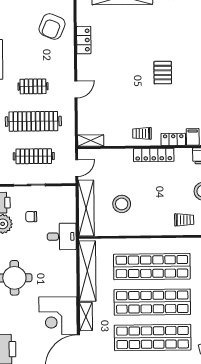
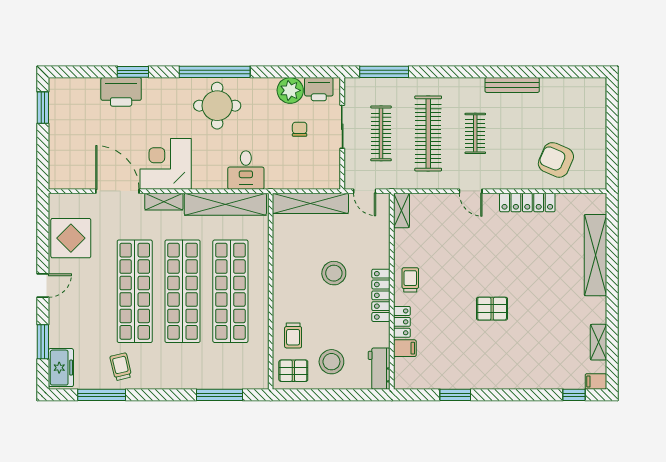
locker: (84, 40) -> (527, 202), width x1.53
stool: (122, 204) -> (334, 273), moved
desk: (62, 236) -> (246, 170), moved

